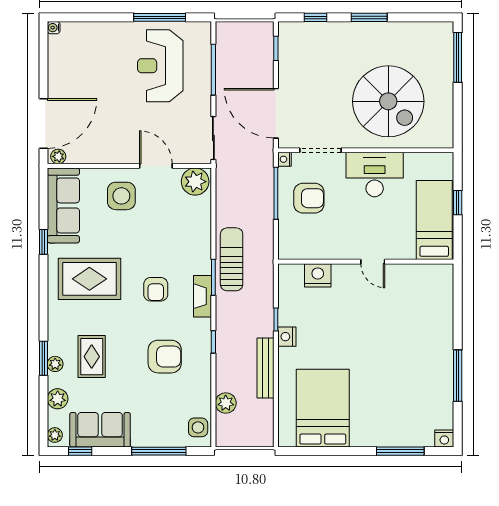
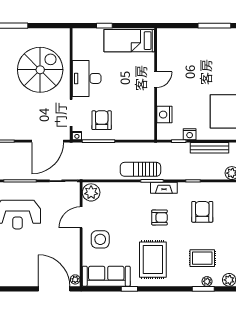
bed: (434, 220) -> (129, 41), moved
wall: (366, 262) -> (156, 84), moved
door: (373, 262) -> (156, 80), moved
nightstand: (318, 275) -> (164, 115), moved

